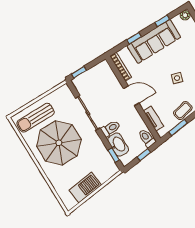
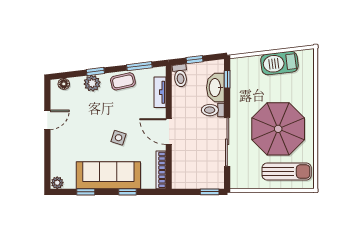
side table: (177, 78) -> (119, 138), moved

